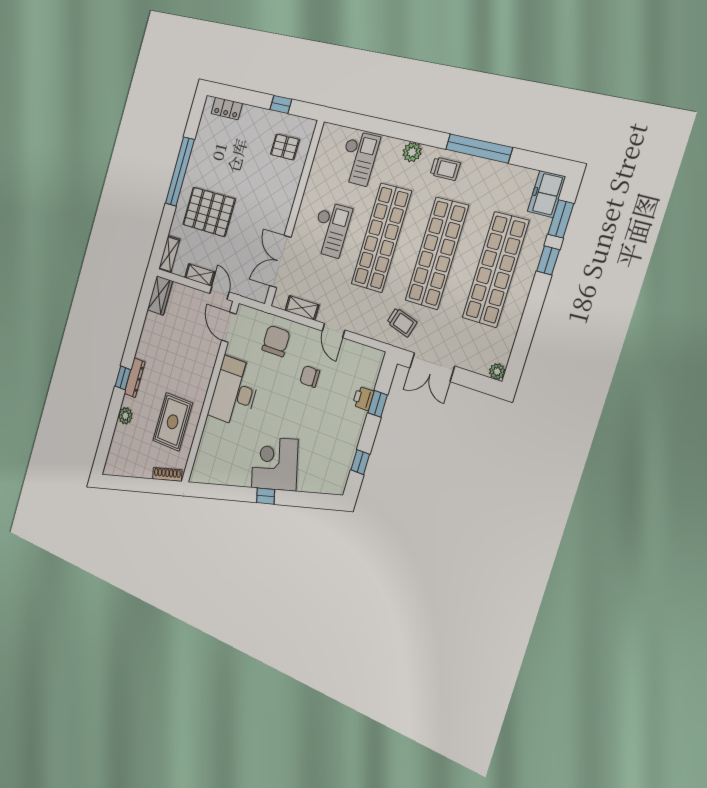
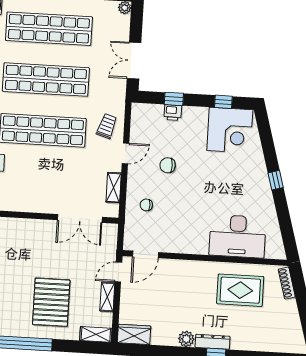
checkout: (331, 229) -> (45, 178), removed
trolley: (402, 322) -> (107, 126), moved
chair: (276, 341) -> (146, 205), width x0.54, depth x0.54
double door: (432, 367) -> (134, 61), swing flipped
chair: (310, 377) -> (168, 165), turned 90
desk: (234, 392) -> (238, 236), moved
plant: (125, 416) -> (186, 339), moved
corner desk: (275, 464) -> (230, 130), moved, turned -74

